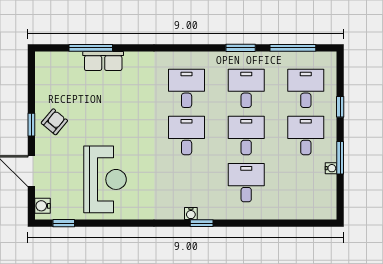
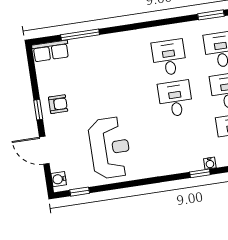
row of seats: (103, 61) -> (51, 51), moved
armchair: (54, 122) -> (58, 104), turned 50
water cooler: (191, 214) -> (210, 163), moved

